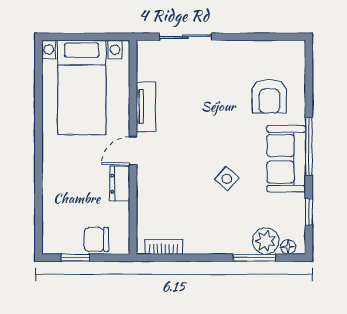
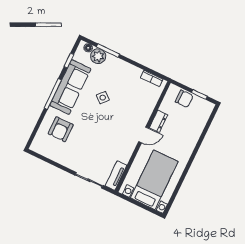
armchair: (269, 96) -> (61, 129), turned 180
tv unit: (146, 107) -> (116, 176), moved
sofa: (286, 159) -> (70, 87), width x1.36

